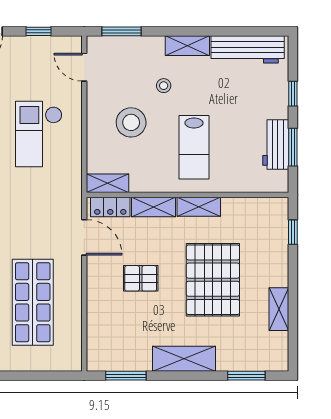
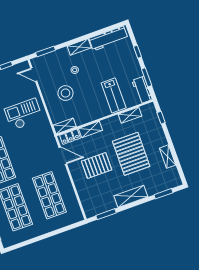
checkout: (39, 134) -> (24, 114), turned 90
workbench: (276, 144) -> (142, 90), moved
lab bench: (194, 147) -> (114, 95), moved
shelving: (199, 207) -> (130, 115), moved
pallet: (141, 278) -> (97, 165), width x1.50, depth x1.42

